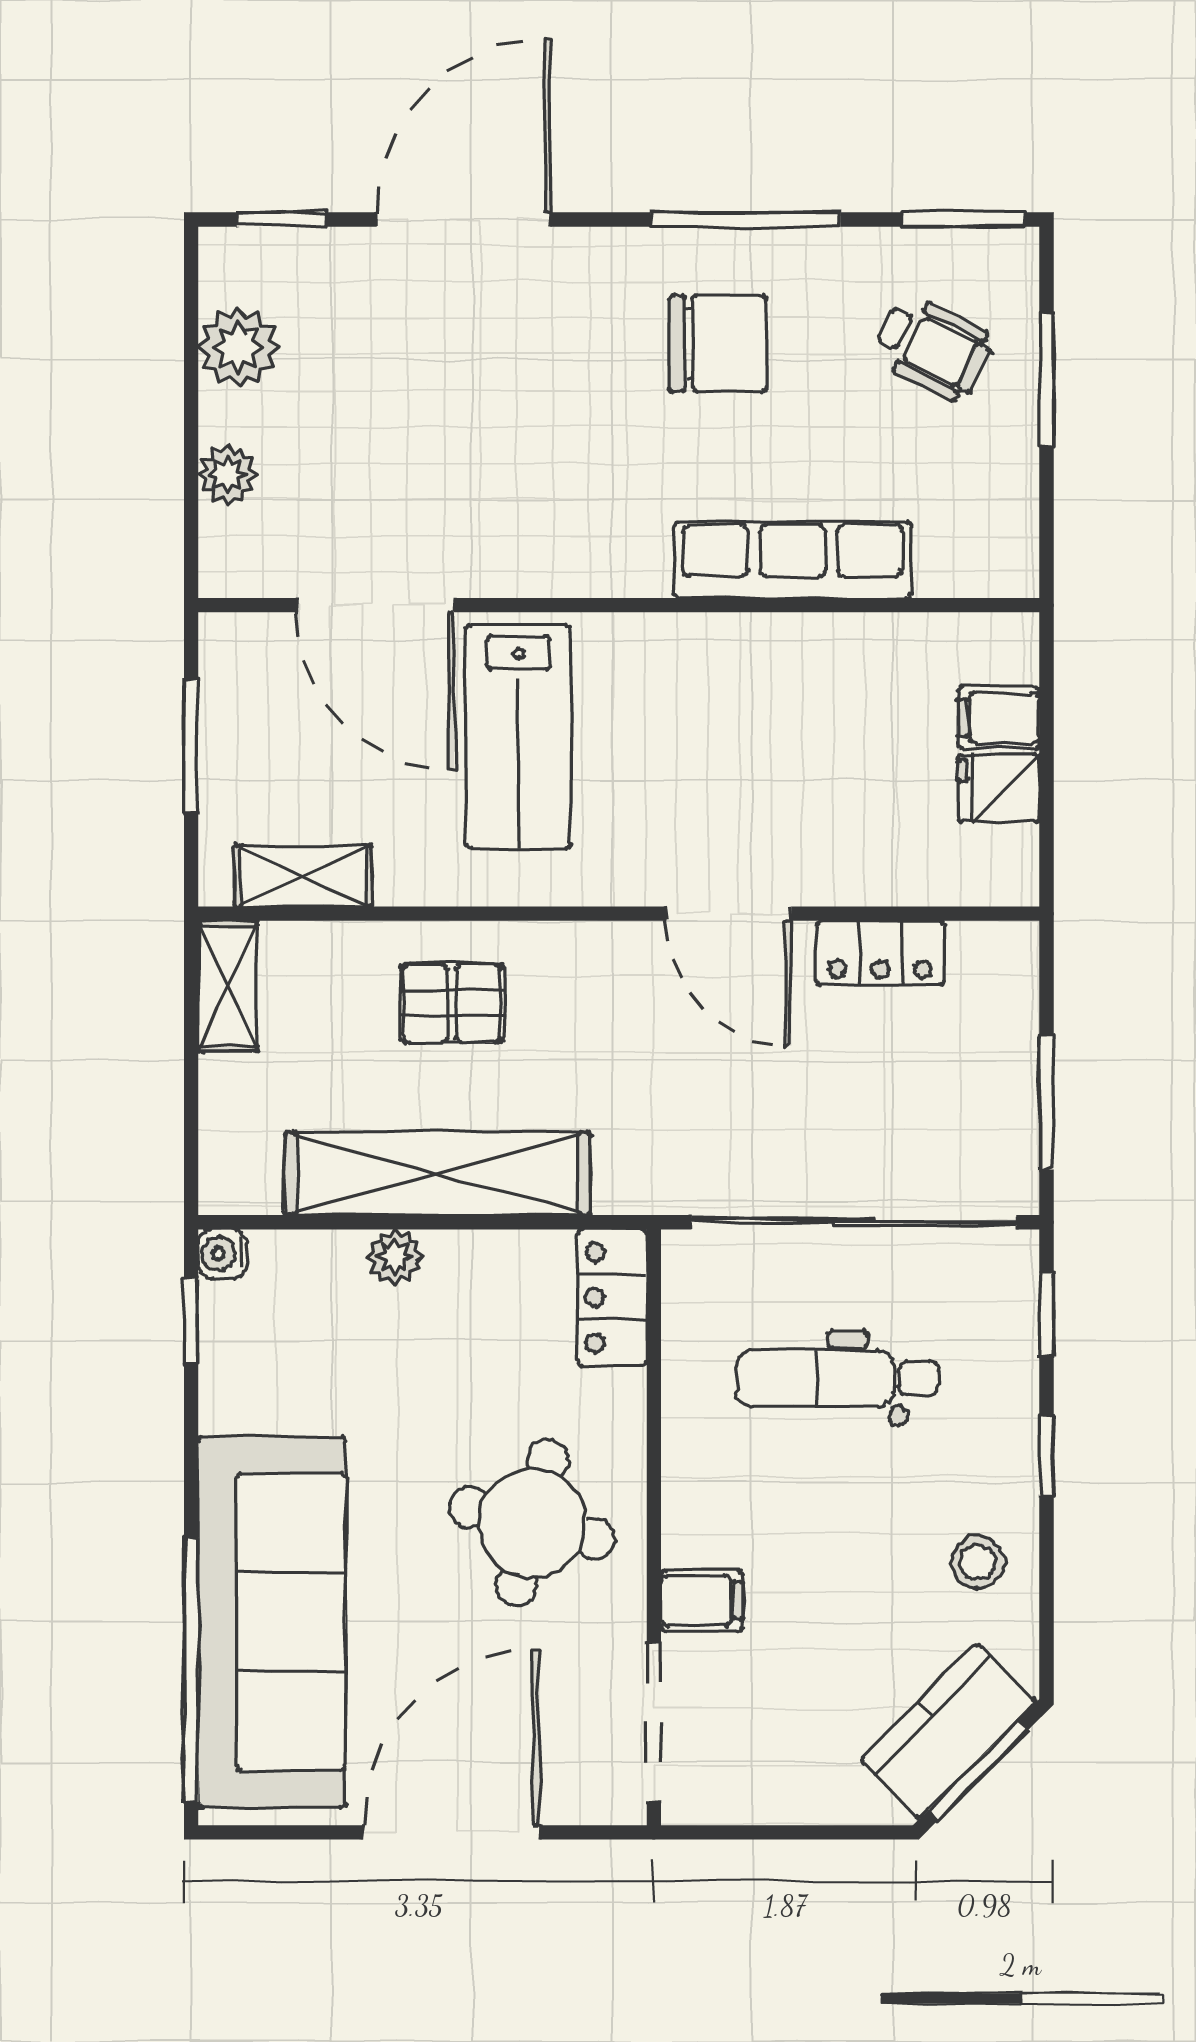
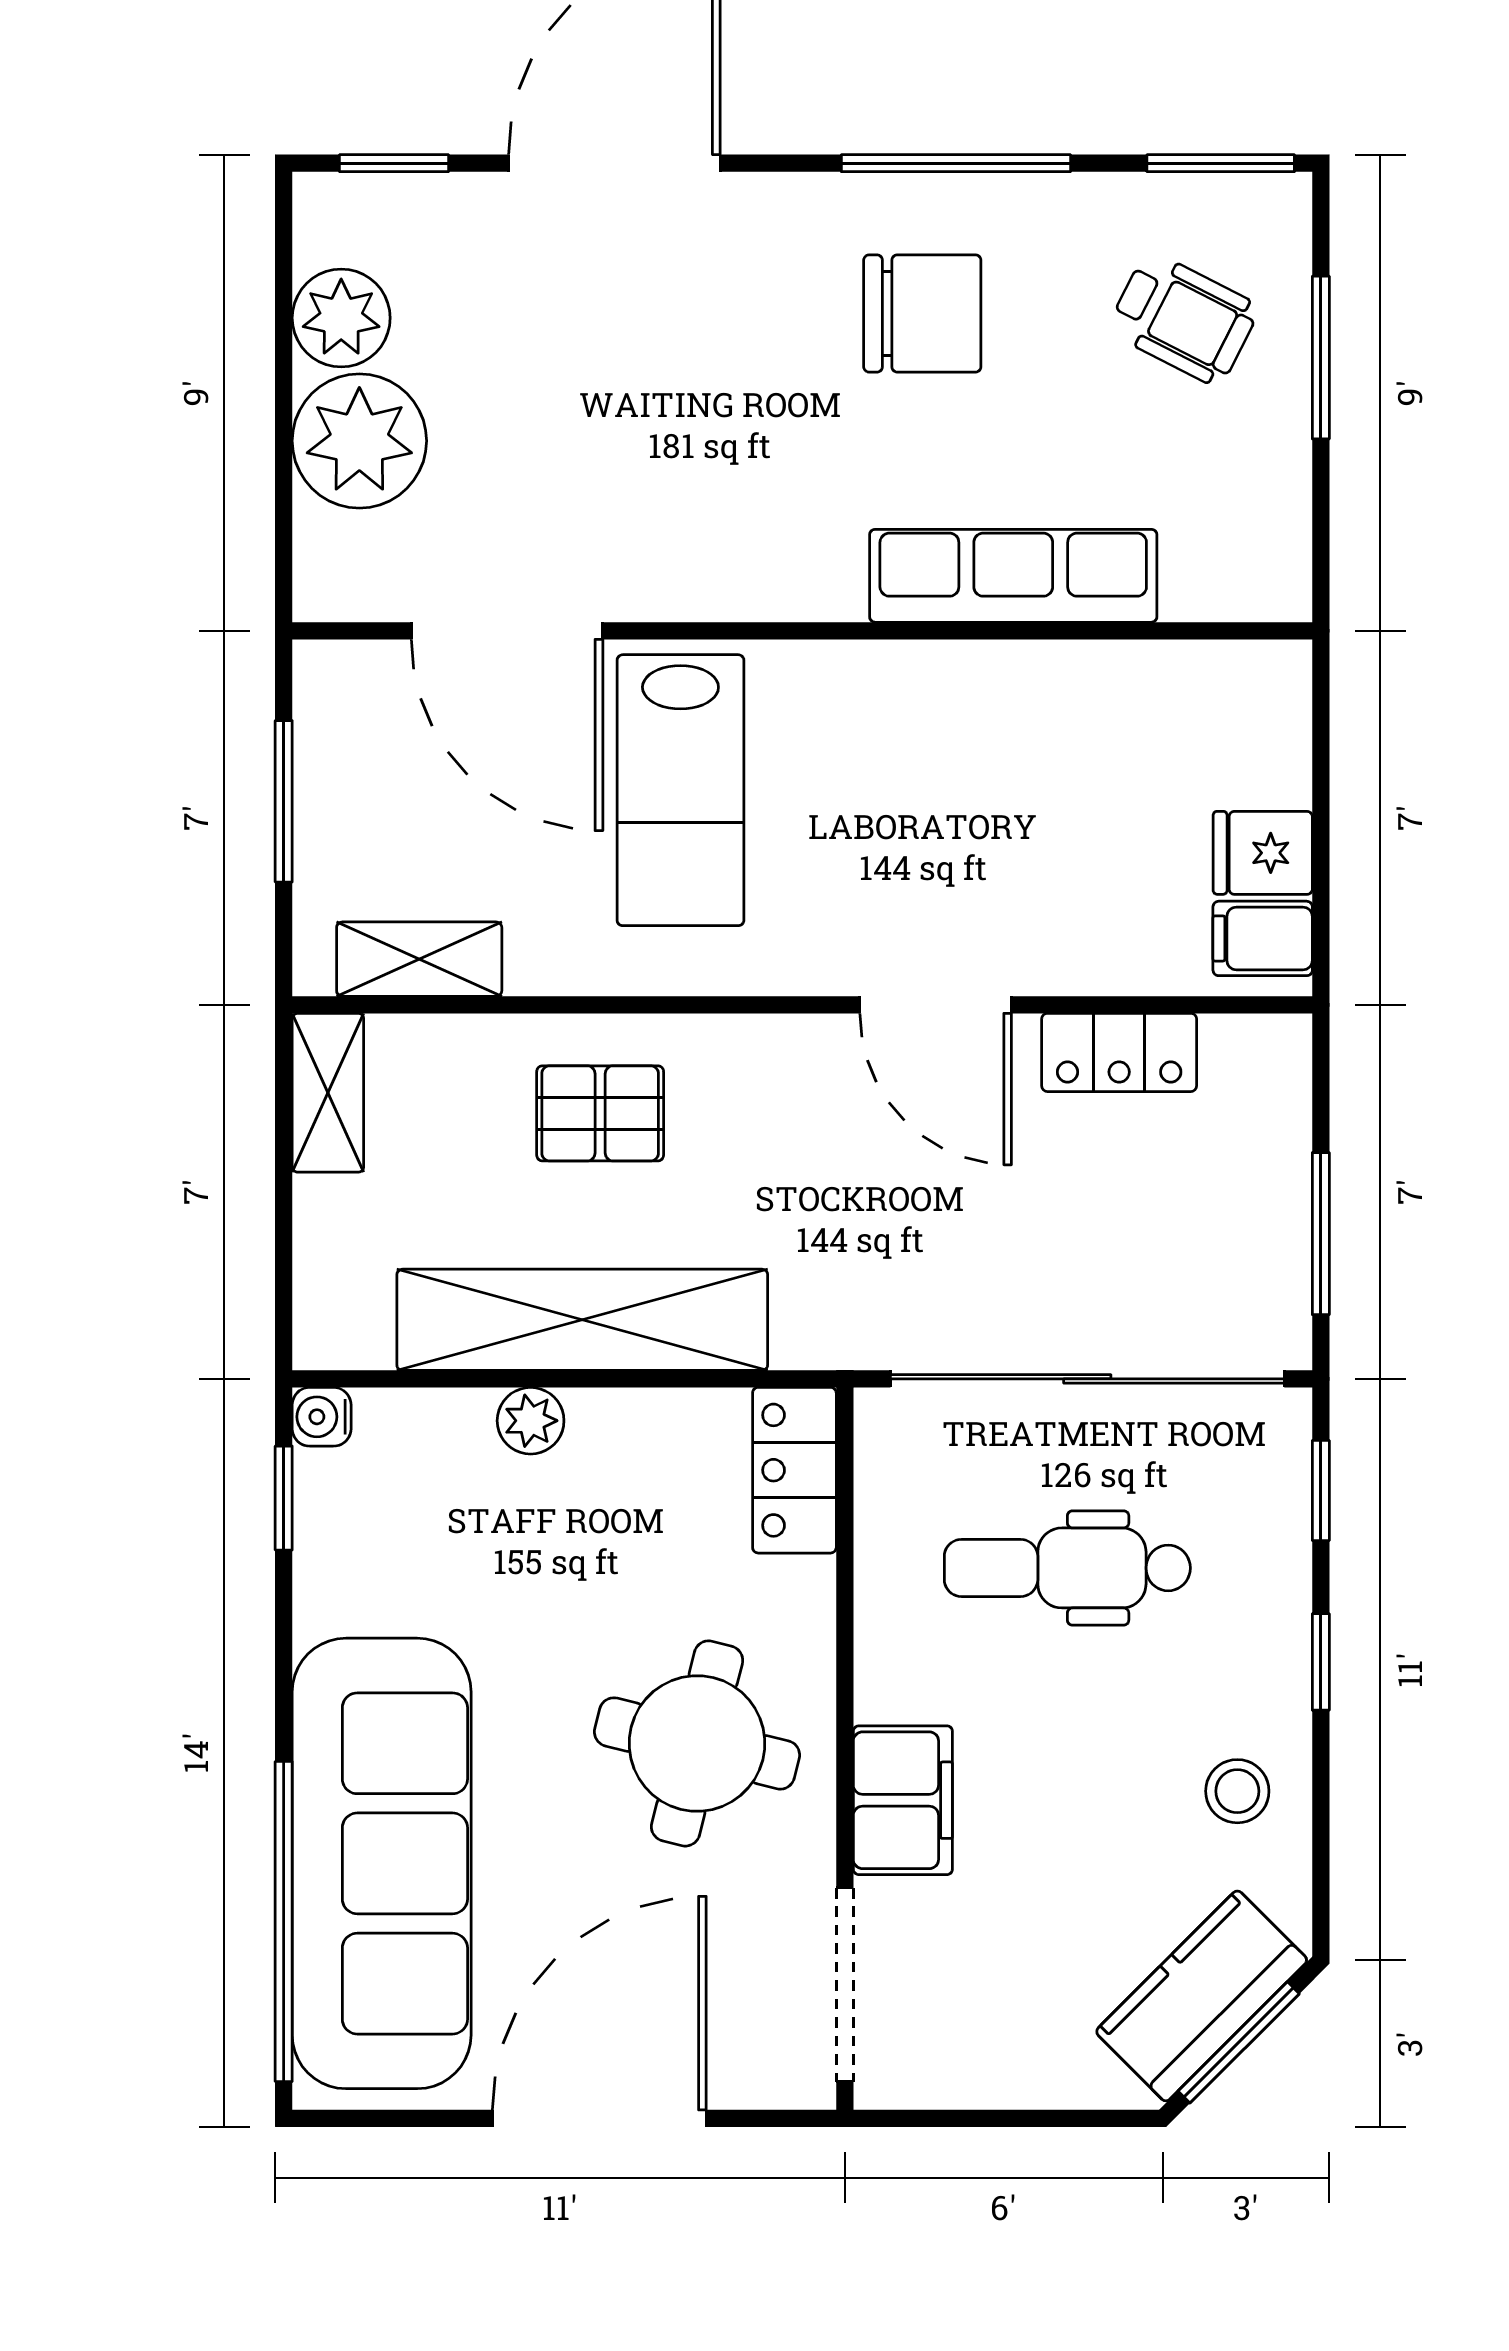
plant: (228, 474) -> (359, 441), width x1.87, depth x1.87
filing cabinet: (999, 718) -> (1263, 938), moved
filing cabinet: (702, 1600) -> (903, 1800), width x2.00

